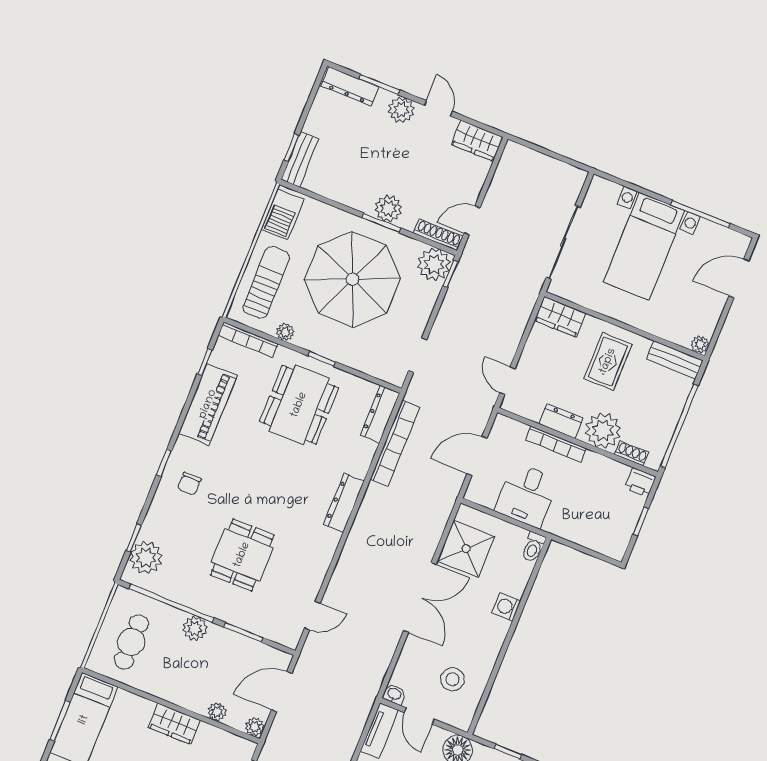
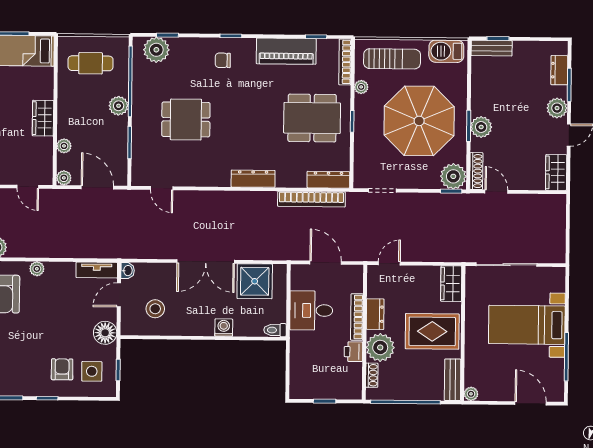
dresser: (350, 86) -> (559, 70), width x0.70
rug: (608, 361) -> (432, 331), width x1.36, depth x1.43
printer: (640, 482) -> (353, 352), moved

